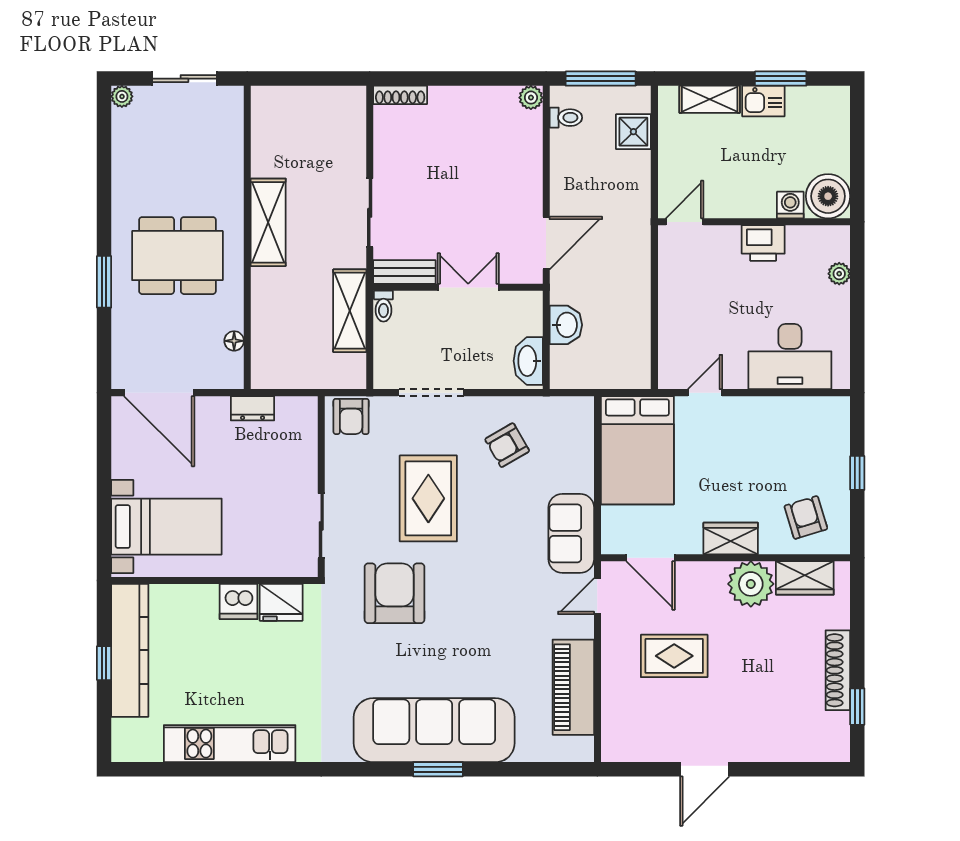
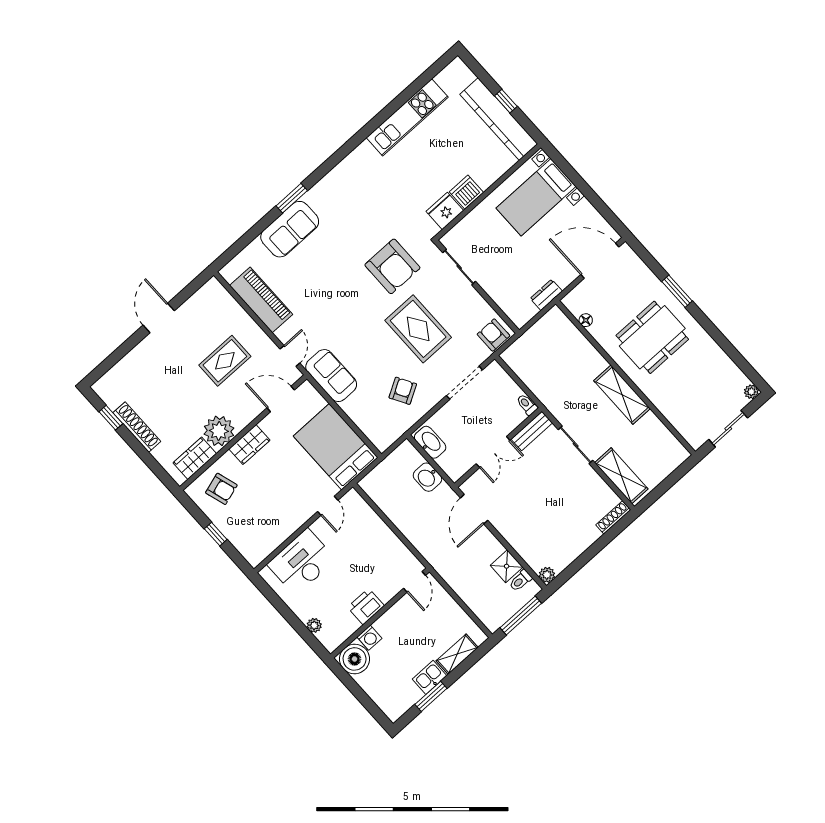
shower: (633, 132) -> (507, 566), moved
shelving: (350, 311) -> (621, 476), moved
sofa: (434, 730) -> (290, 229), width x0.54, depth x0.79

